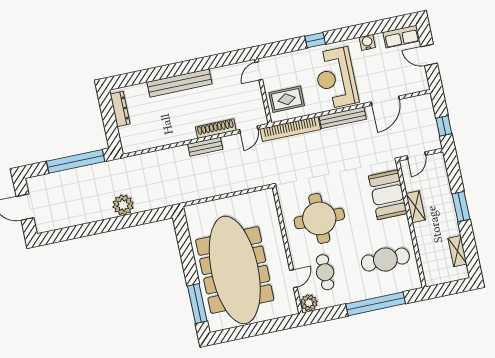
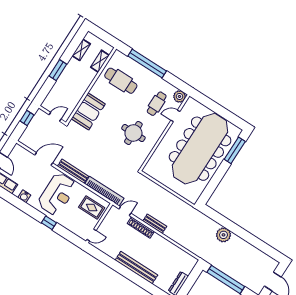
shelving: (416, 207) -> (100, 61), moved
round table: (319, 218) -> (133, 133), width x0.73, depth x0.73

